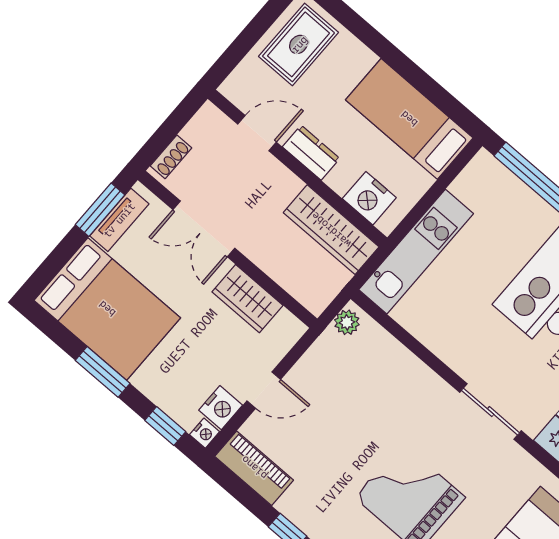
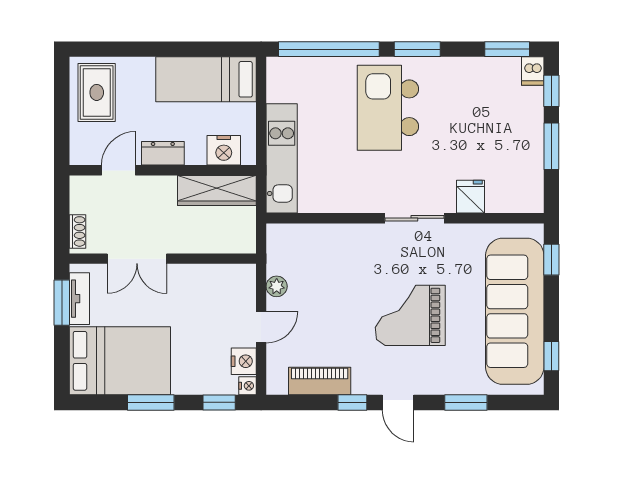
wardrobe: (247, 299) -> (202, 279), removed
plant: (347, 322) -> (277, 286), moved
piano: (254, 468) -> (320, 381), moved

